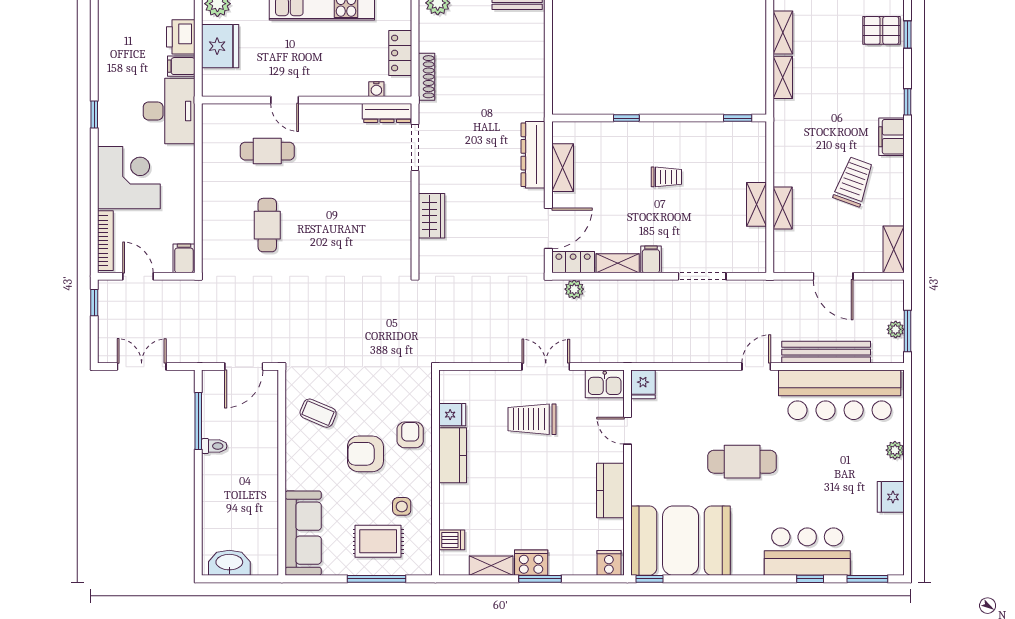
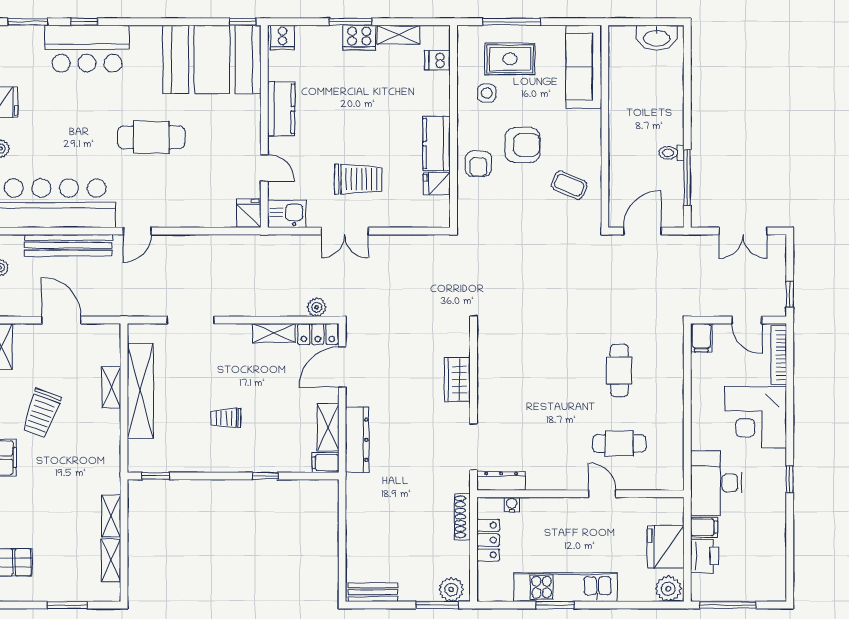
shelving: (756, 204) -> (140, 391), width x2.20, depth x1.33
filing cabinet: (651, 259) -> (326, 463), moved, turned 90

